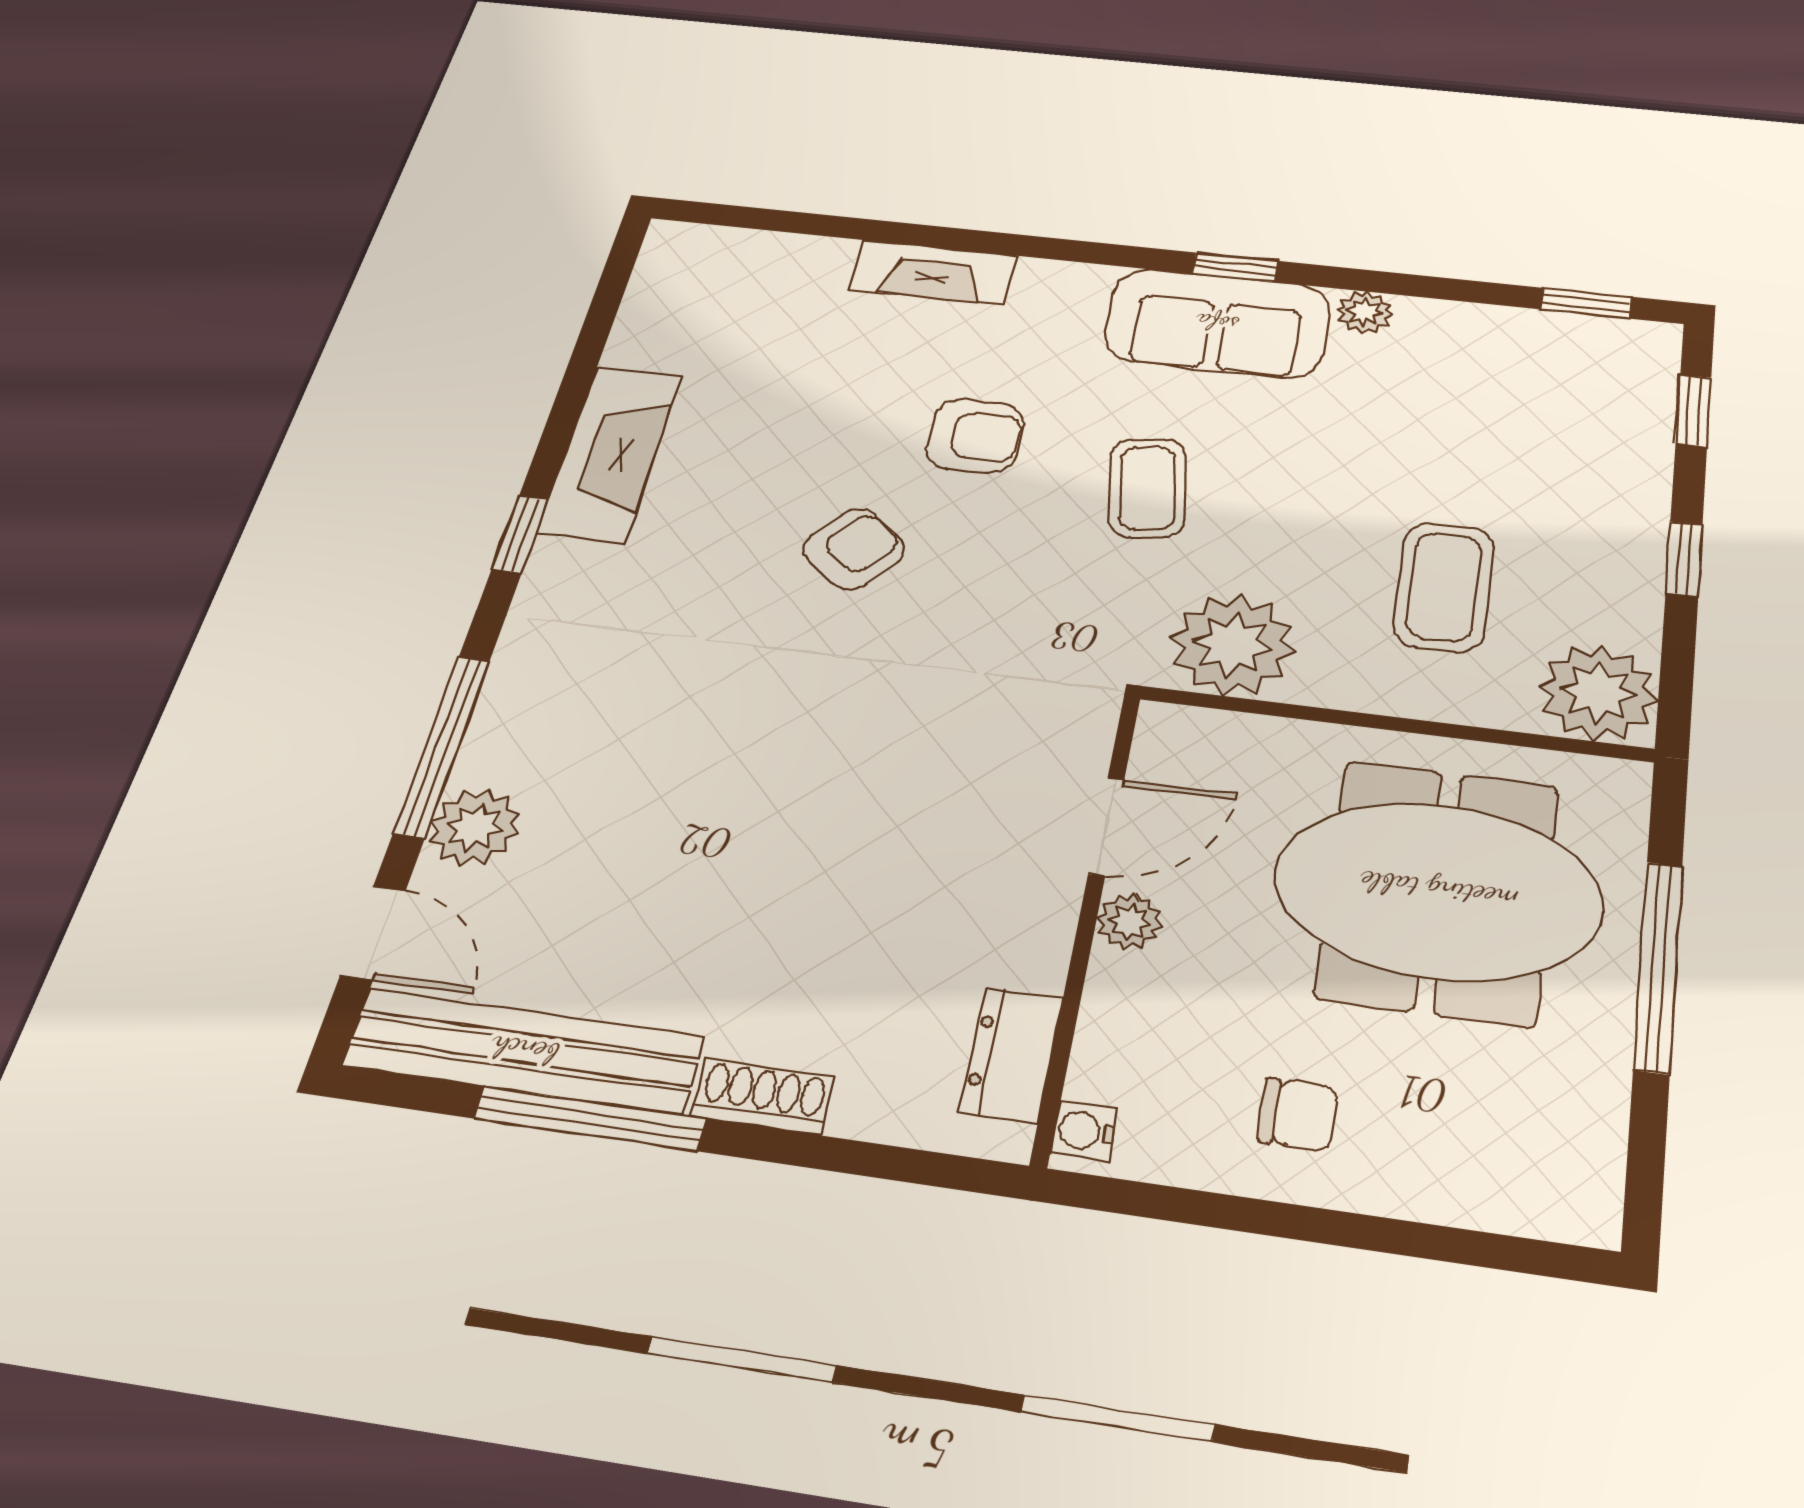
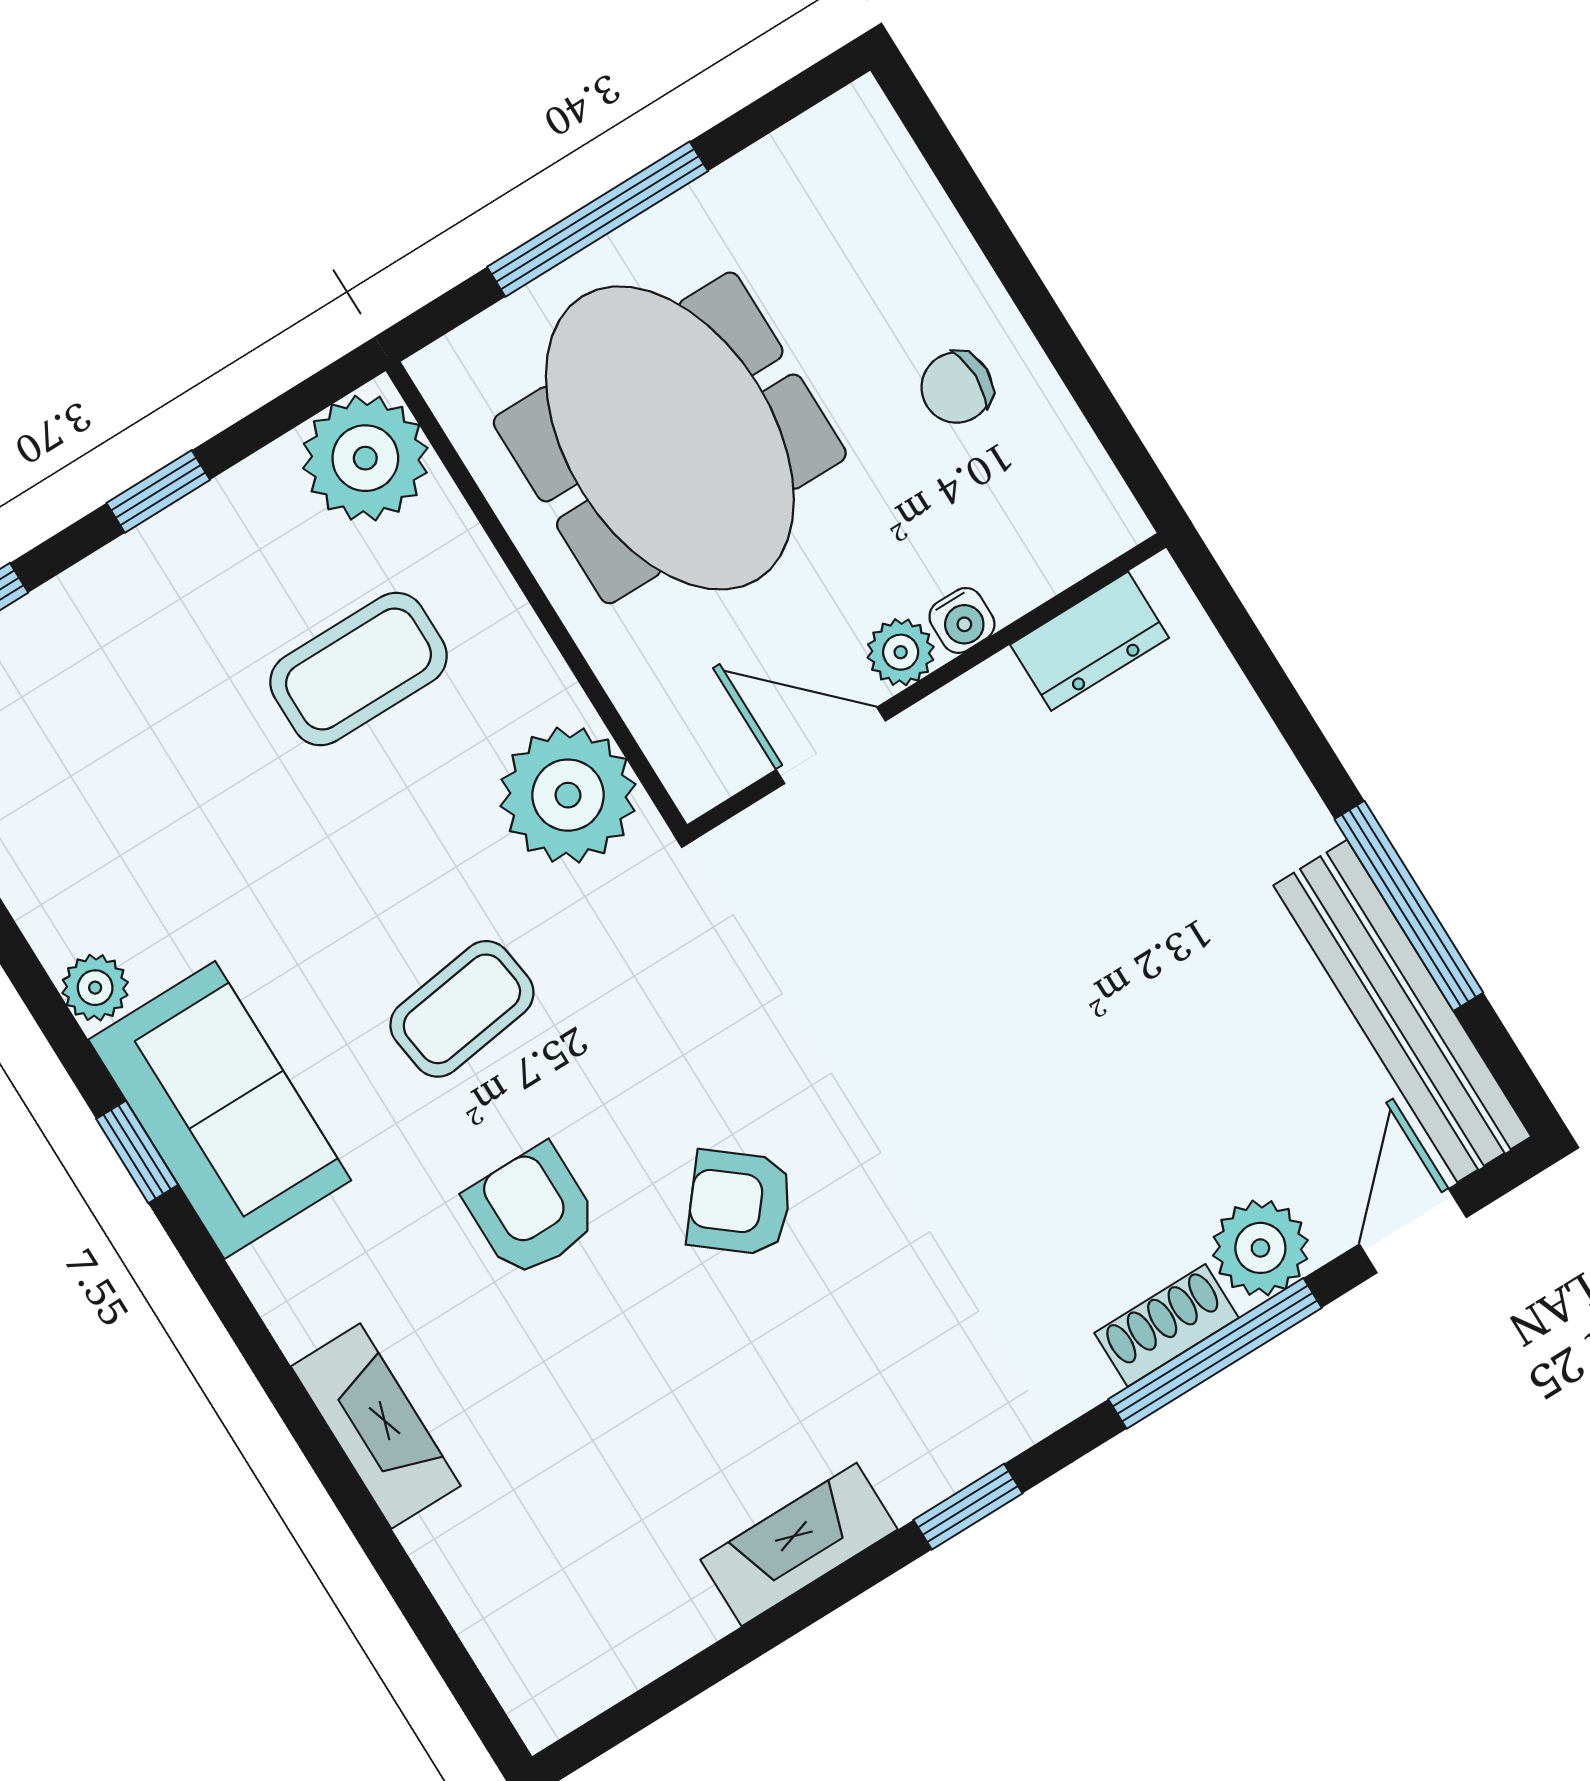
fireplace: (610, 453) -> (799, 1544), width x0.73, depth x0.76
shoe rack: (763, 1097) -> (1167, 1325), moved, turned 90
chair: (1298, 1114) -> (957, 388), turned -90
water cooler: (1084, 1131) -> (962, 620), moved

